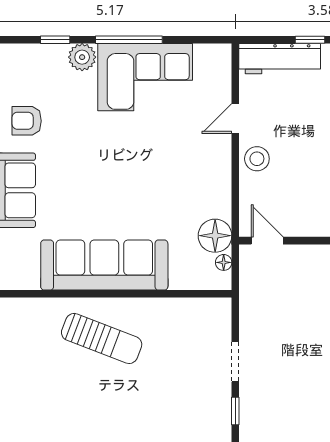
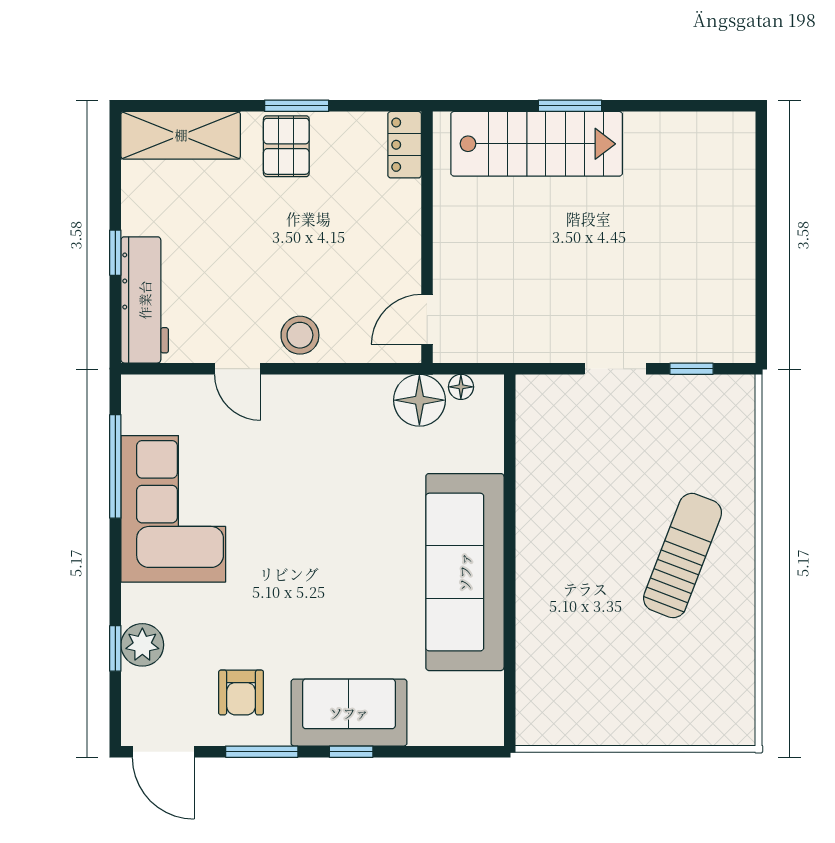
window: (129, 40) -> (115, 466), moved
plant: (82, 57) -> (142, 645), moved
sun lounger: (102, 339) -> (683, 556), moved

